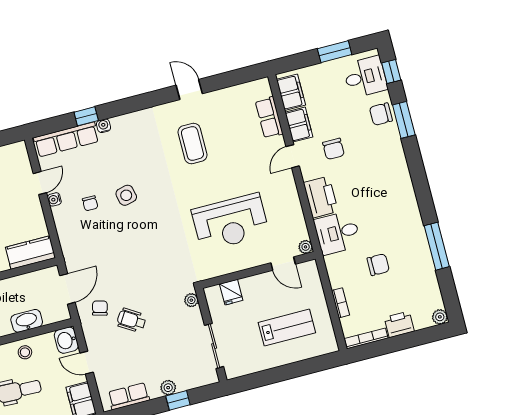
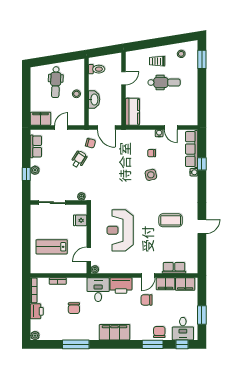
door: (293, 156) -> (148, 276), swing flipped
filing cabinet: (400, 188) -> (115, 332), added
lab bench: (287, 328) -> (52, 247), turned 90
washbasin: (66, 340) -> (77, 119), removed

